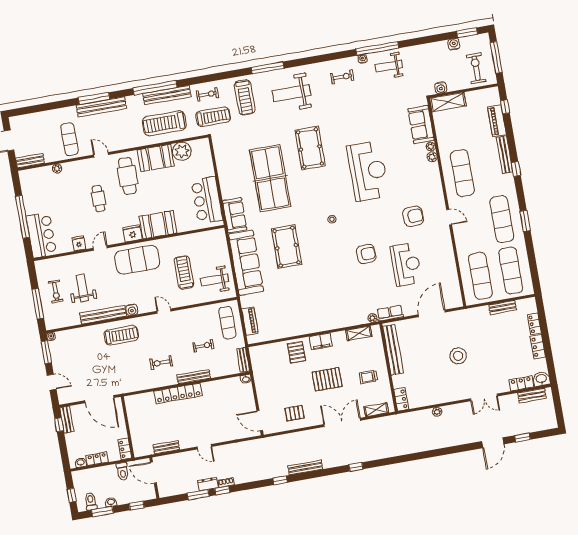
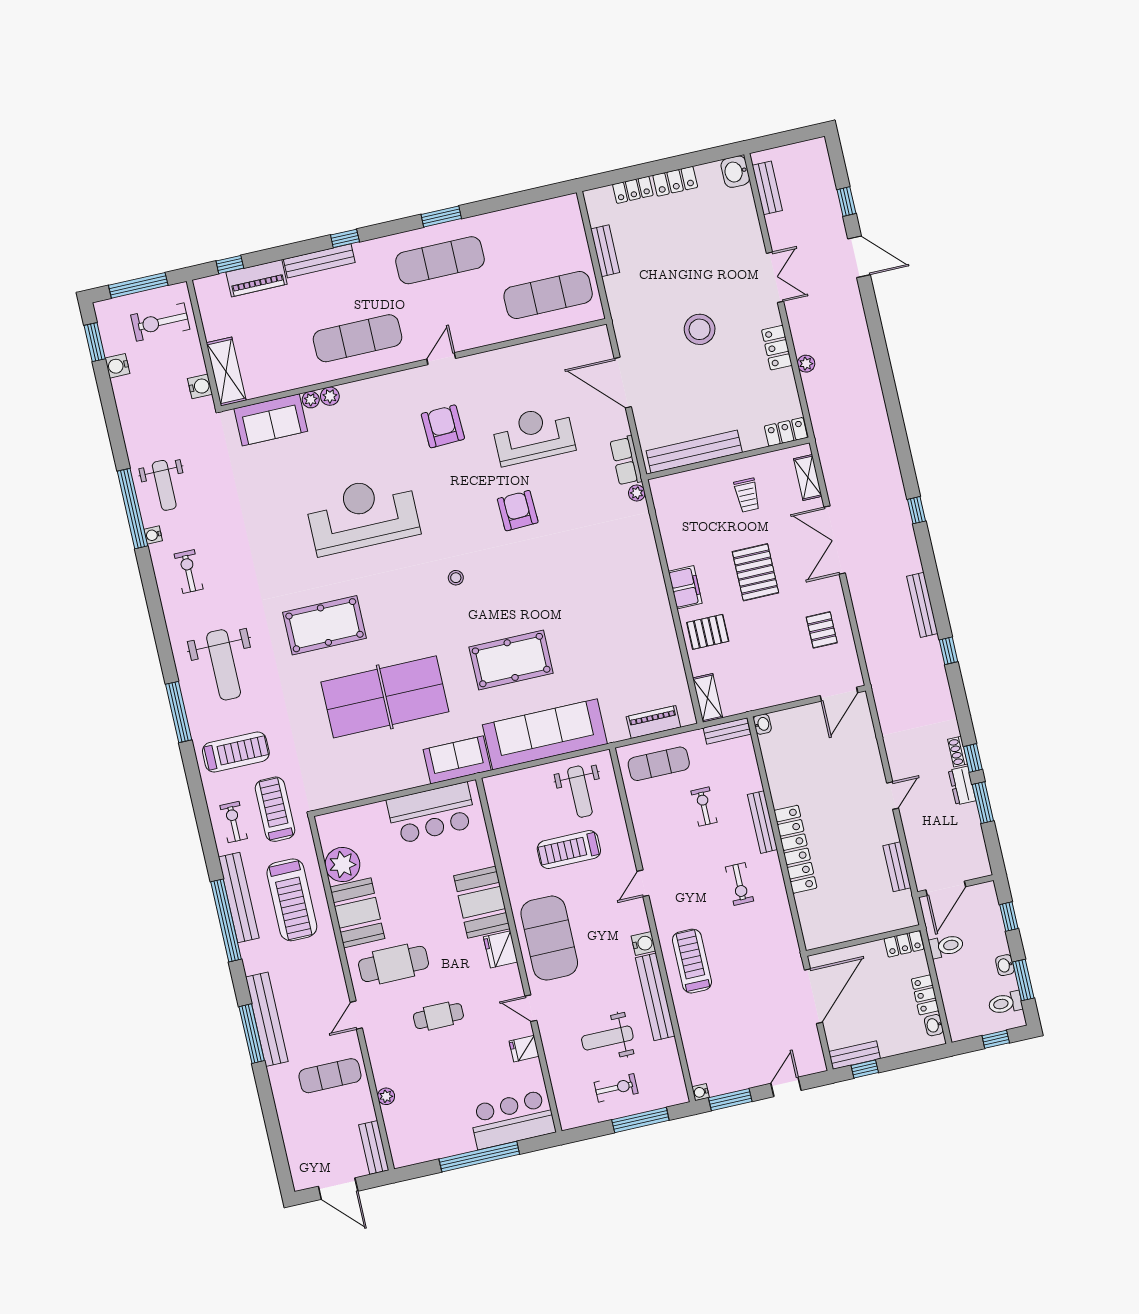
exercise mat: (511, 271) -> (535, 239), removed
shelving: (359, 333) -> (708, 698), moved
locker: (521, 383) -> (777, 348), moved

